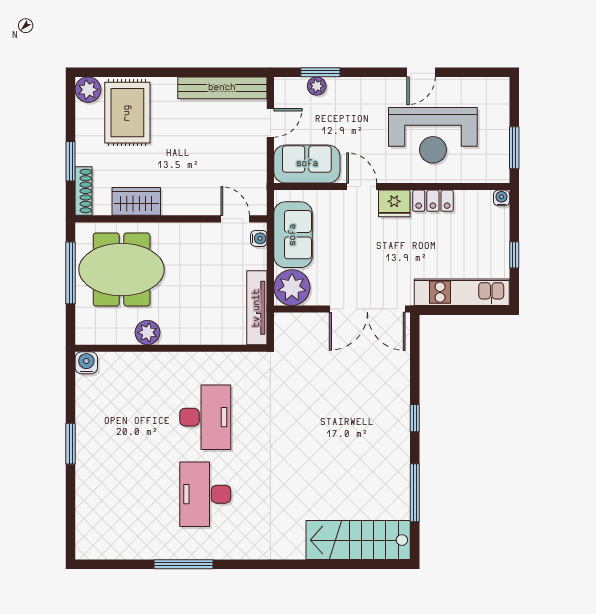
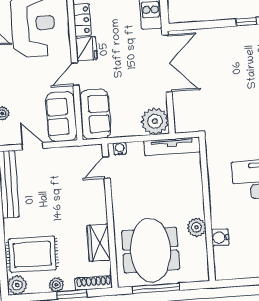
plant: (85, 141) -> (56, 285), added
sofa: (293, 235) -> (95, 114), moved, turned 90
water cooler: (86, 363) -> (220, 237), moved

